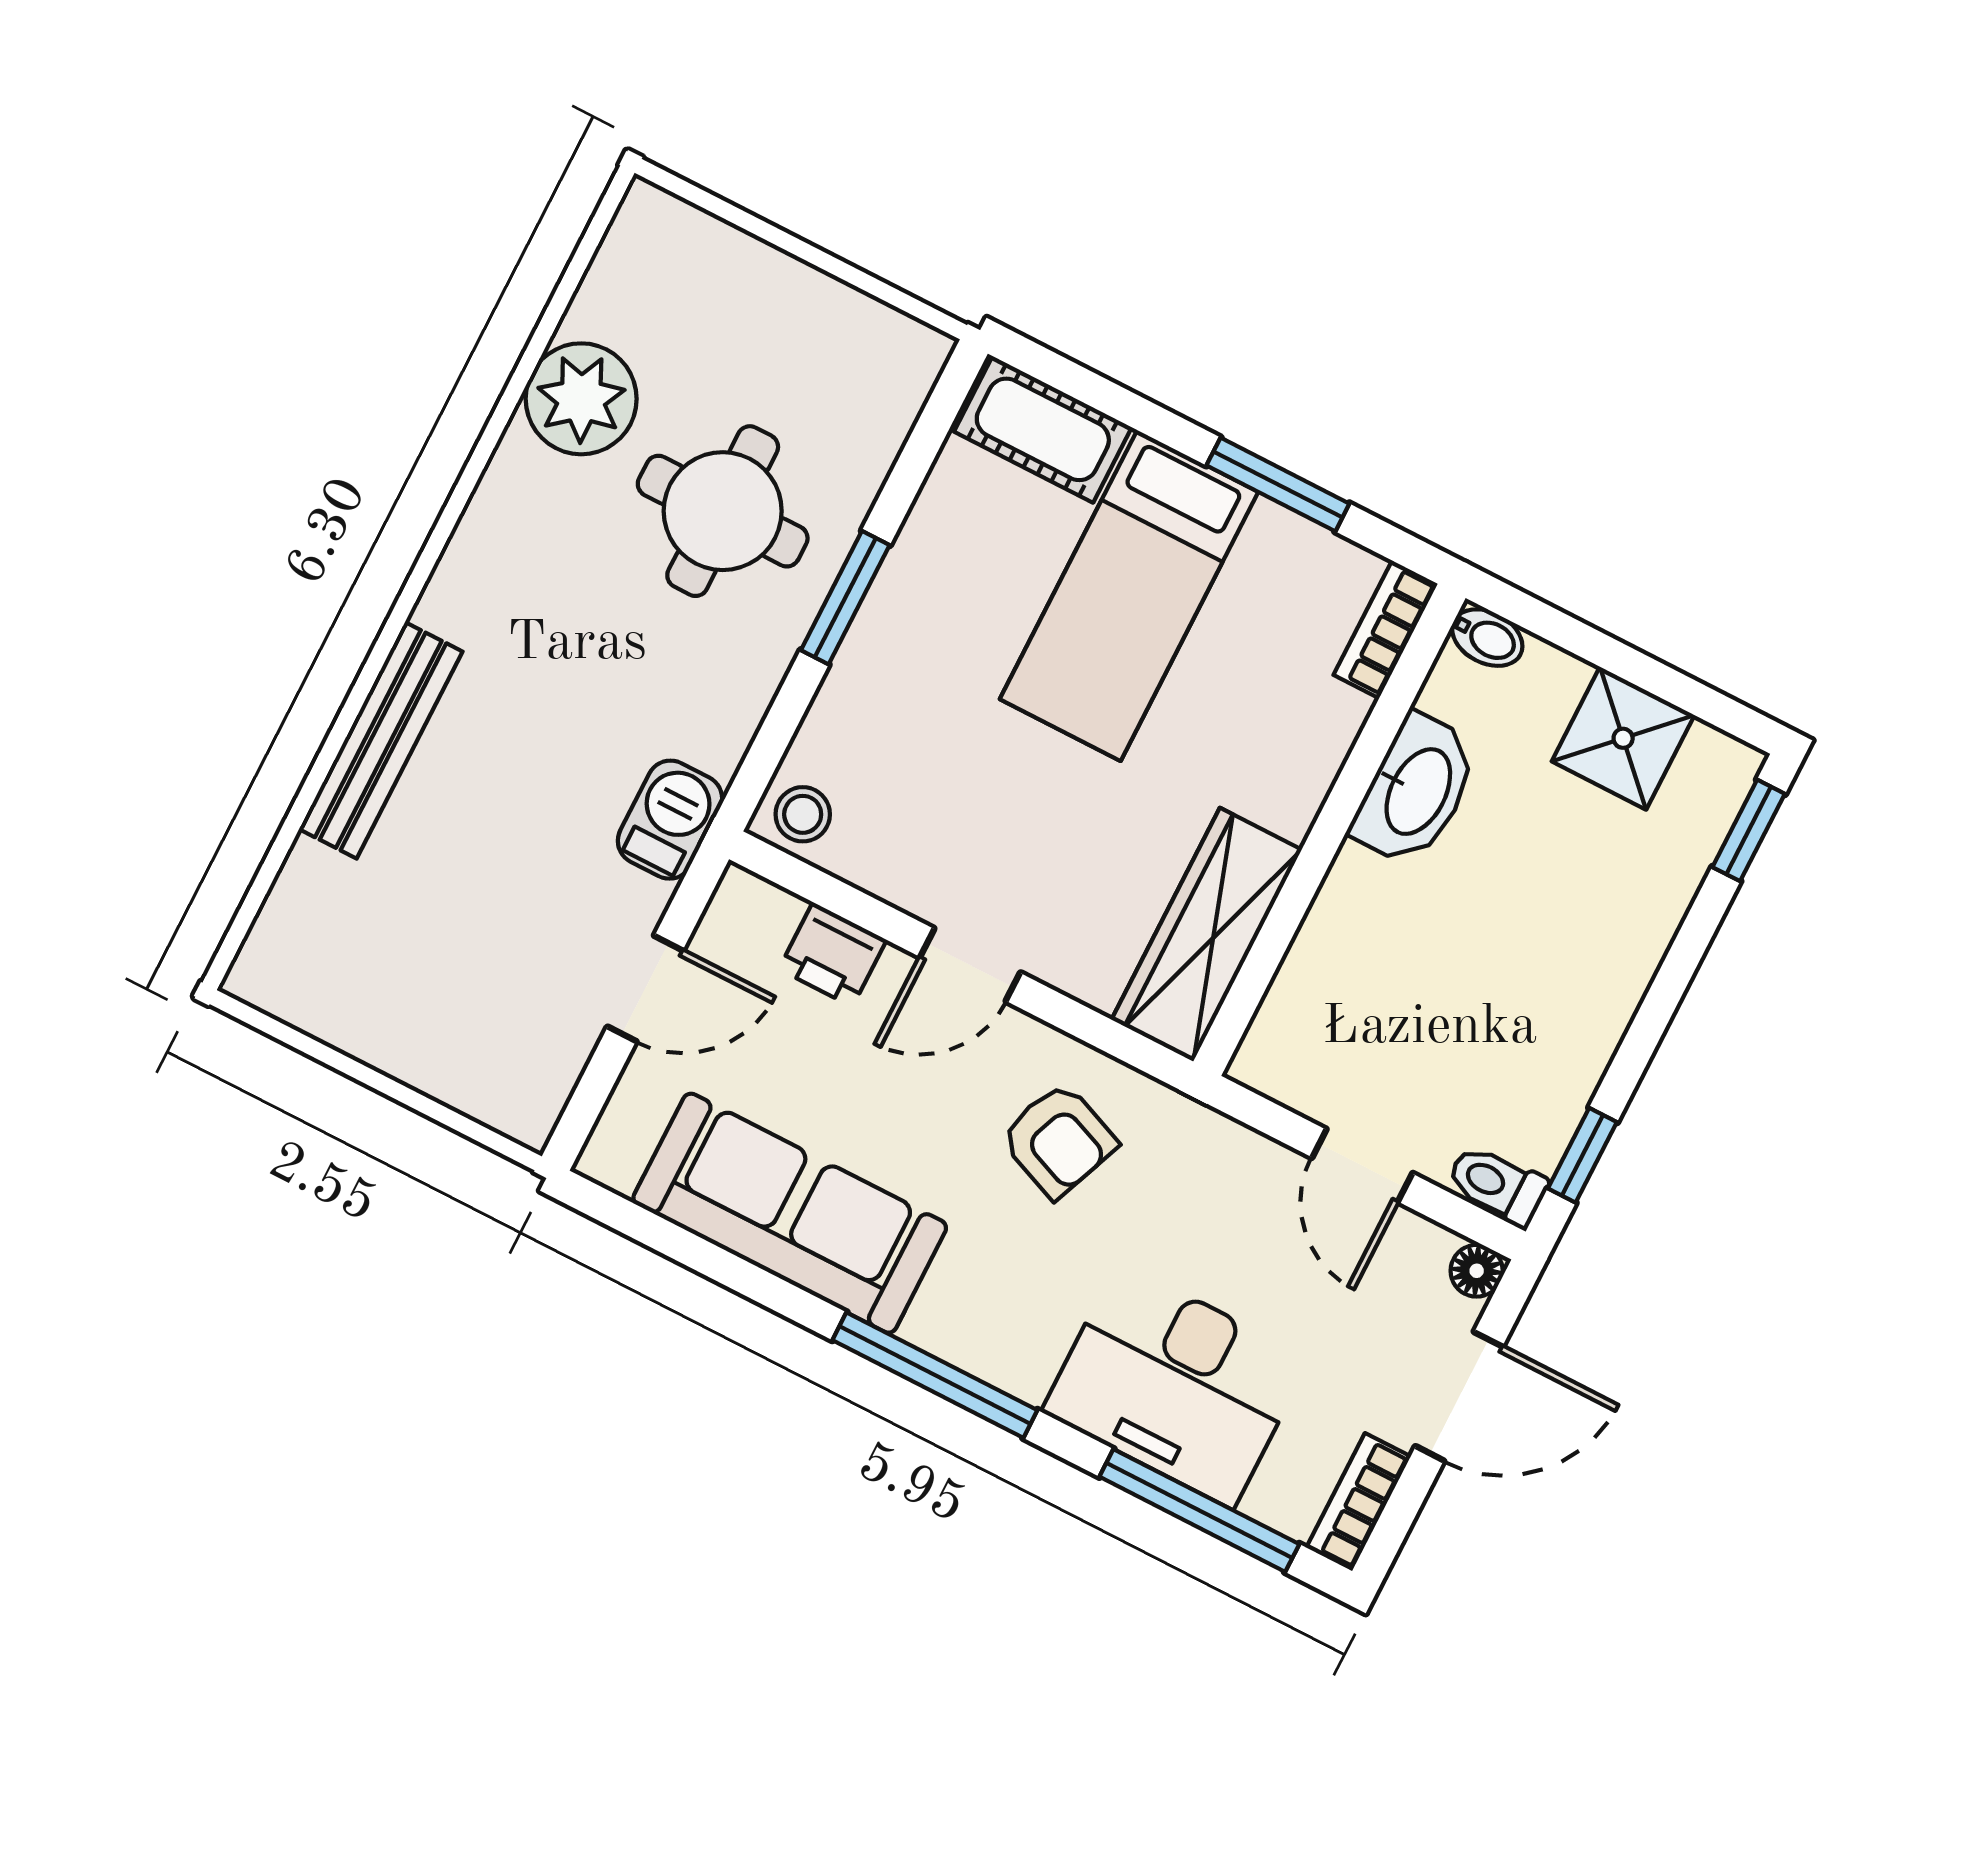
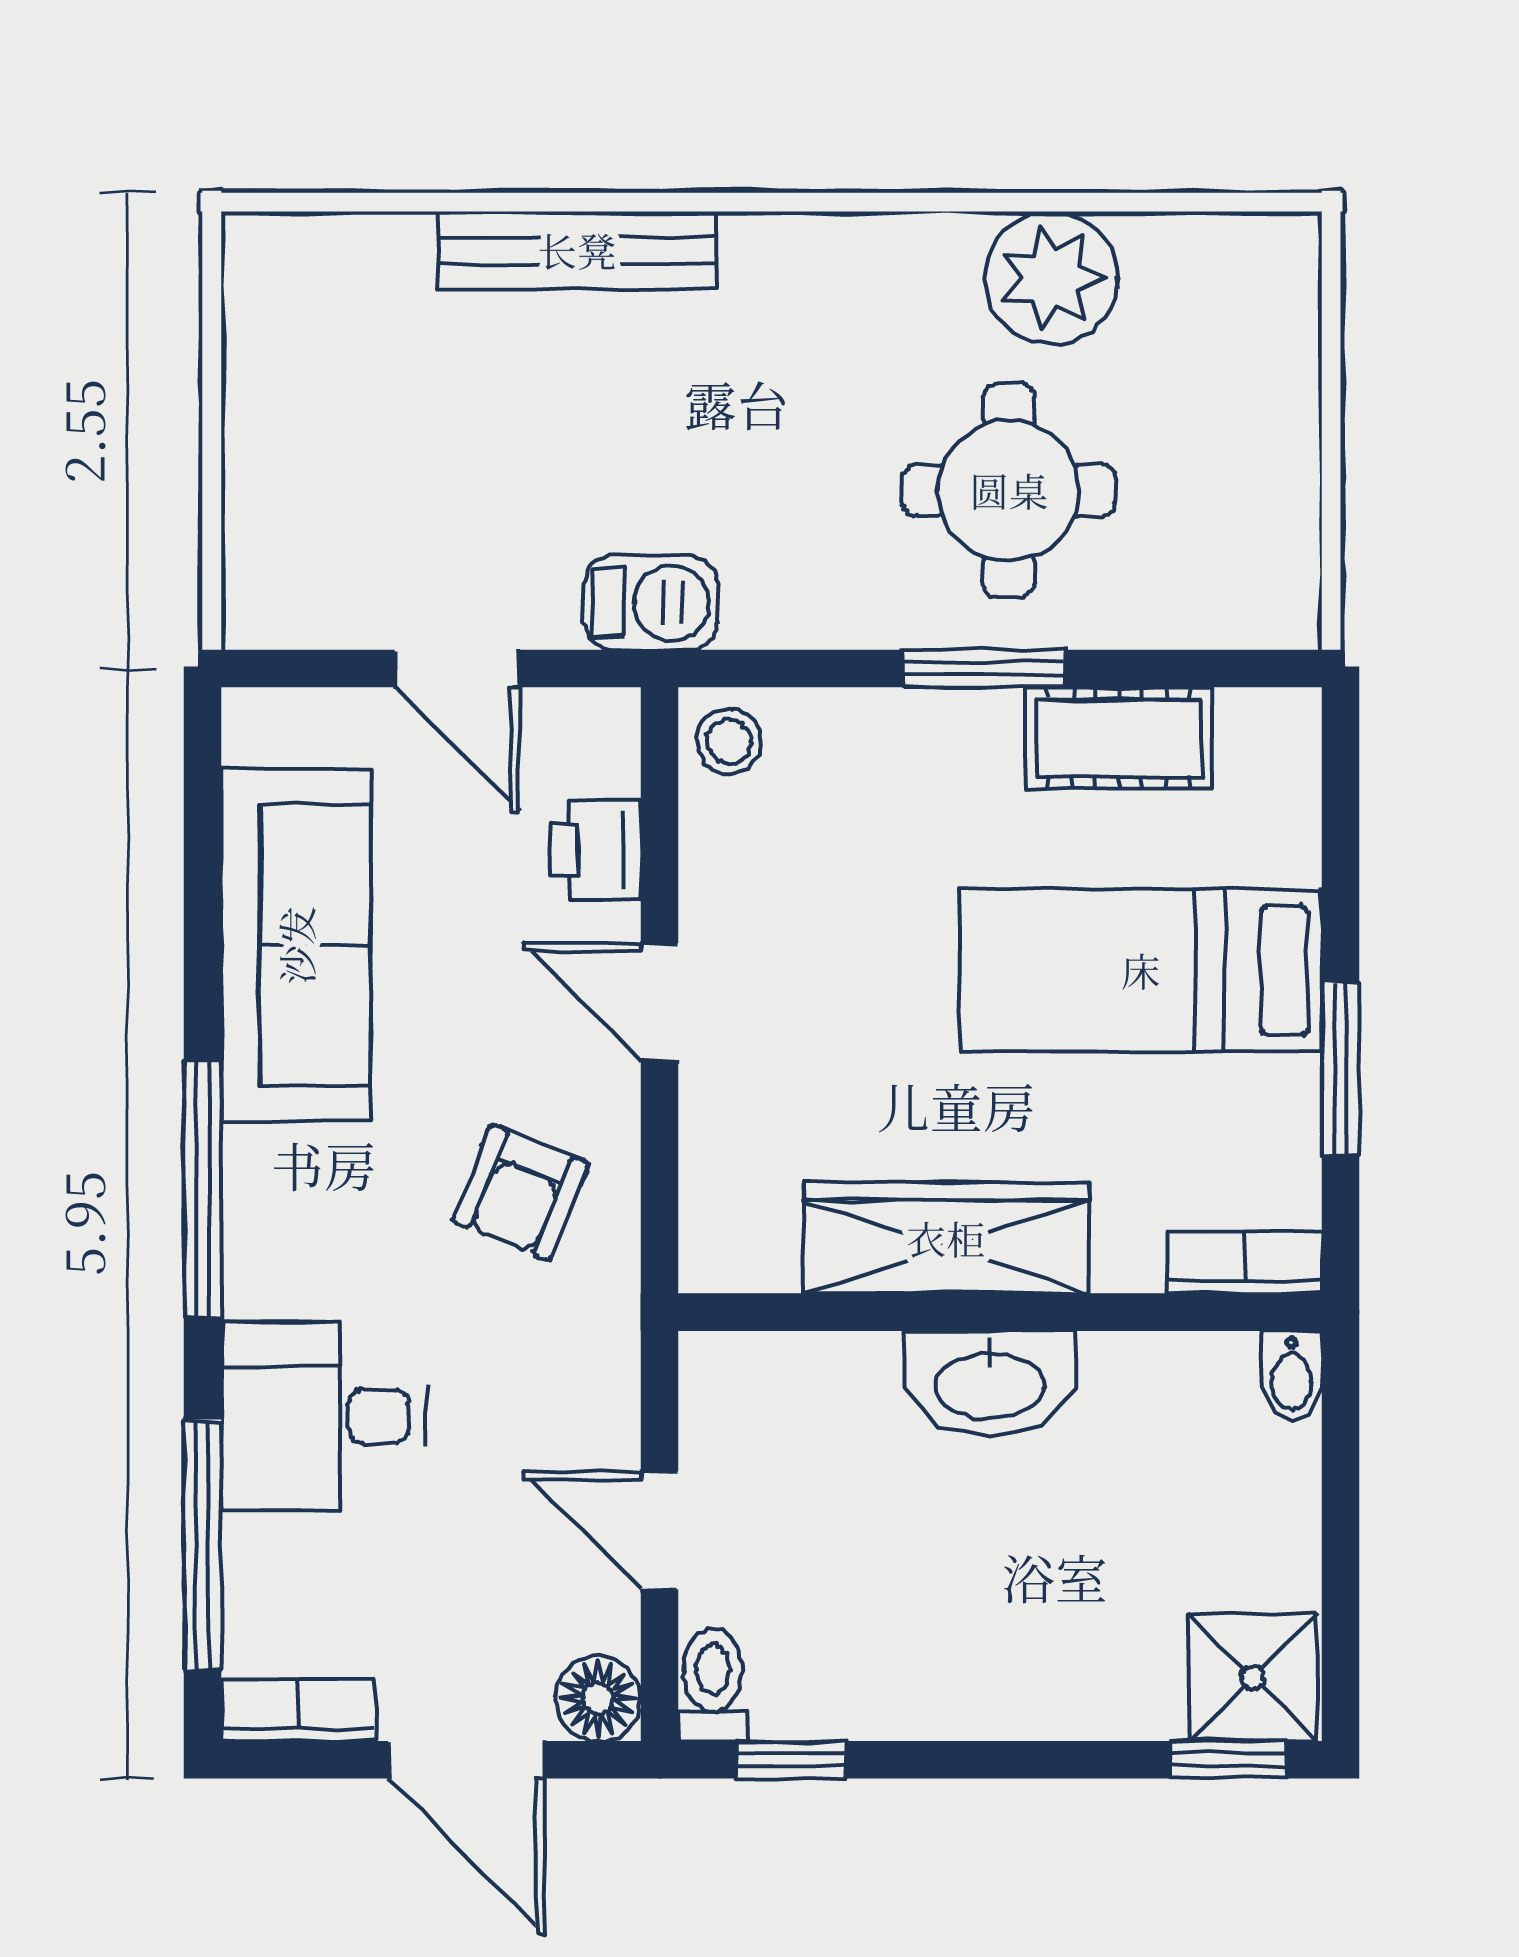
cot: (1043, 429) -> (1119, 738), moved, turned 90
shower: (1623, 738) -> (1253, 1677), moved
washbasin: (1416, 790) -> (990, 1383), moved
wardrobe: (1207, 935) -> (946, 1238), moved
door: (1362, 1166) -> (660, 1530), hinge flipped
floor lamp: (1477, 1271) -> (598, 1698), width x1.37, depth x1.37
desk: (1176, 1385) -> (323, 1416), width x0.73

